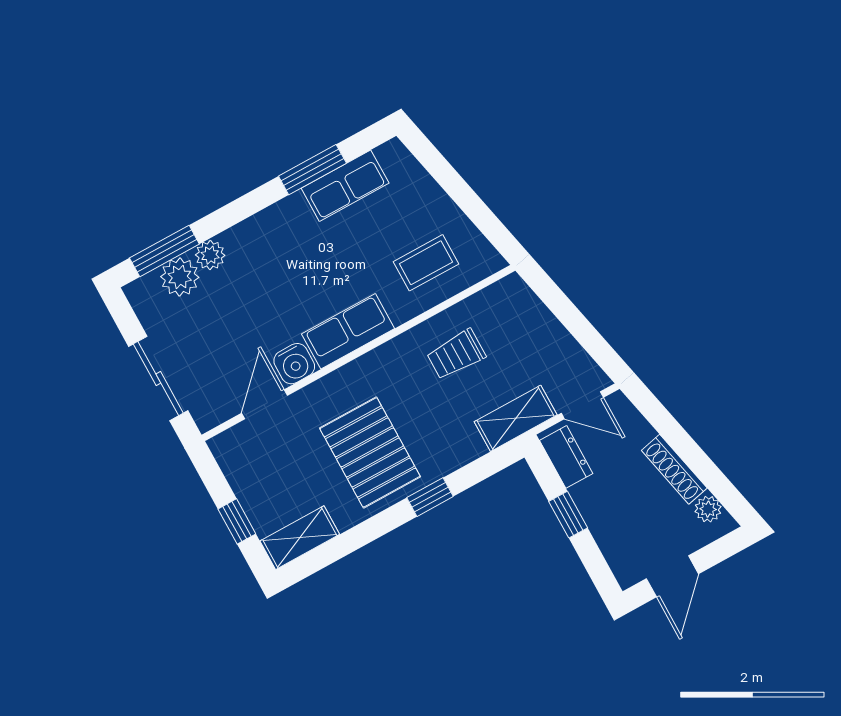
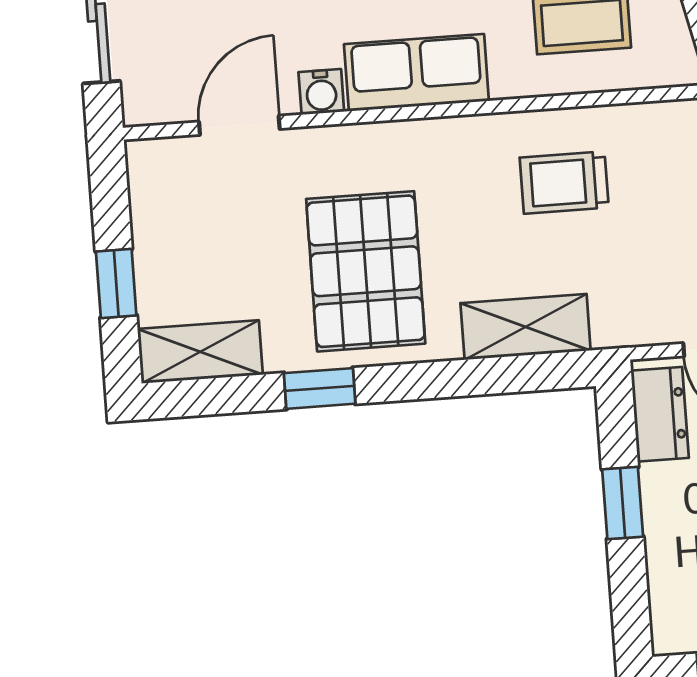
water cooler: (294, 364) -> (321, 92), width x0.72, depth x0.72
shelving: (516, 418) -> (526, 327), moved
window: (430, 497) -> (320, 388), moved

